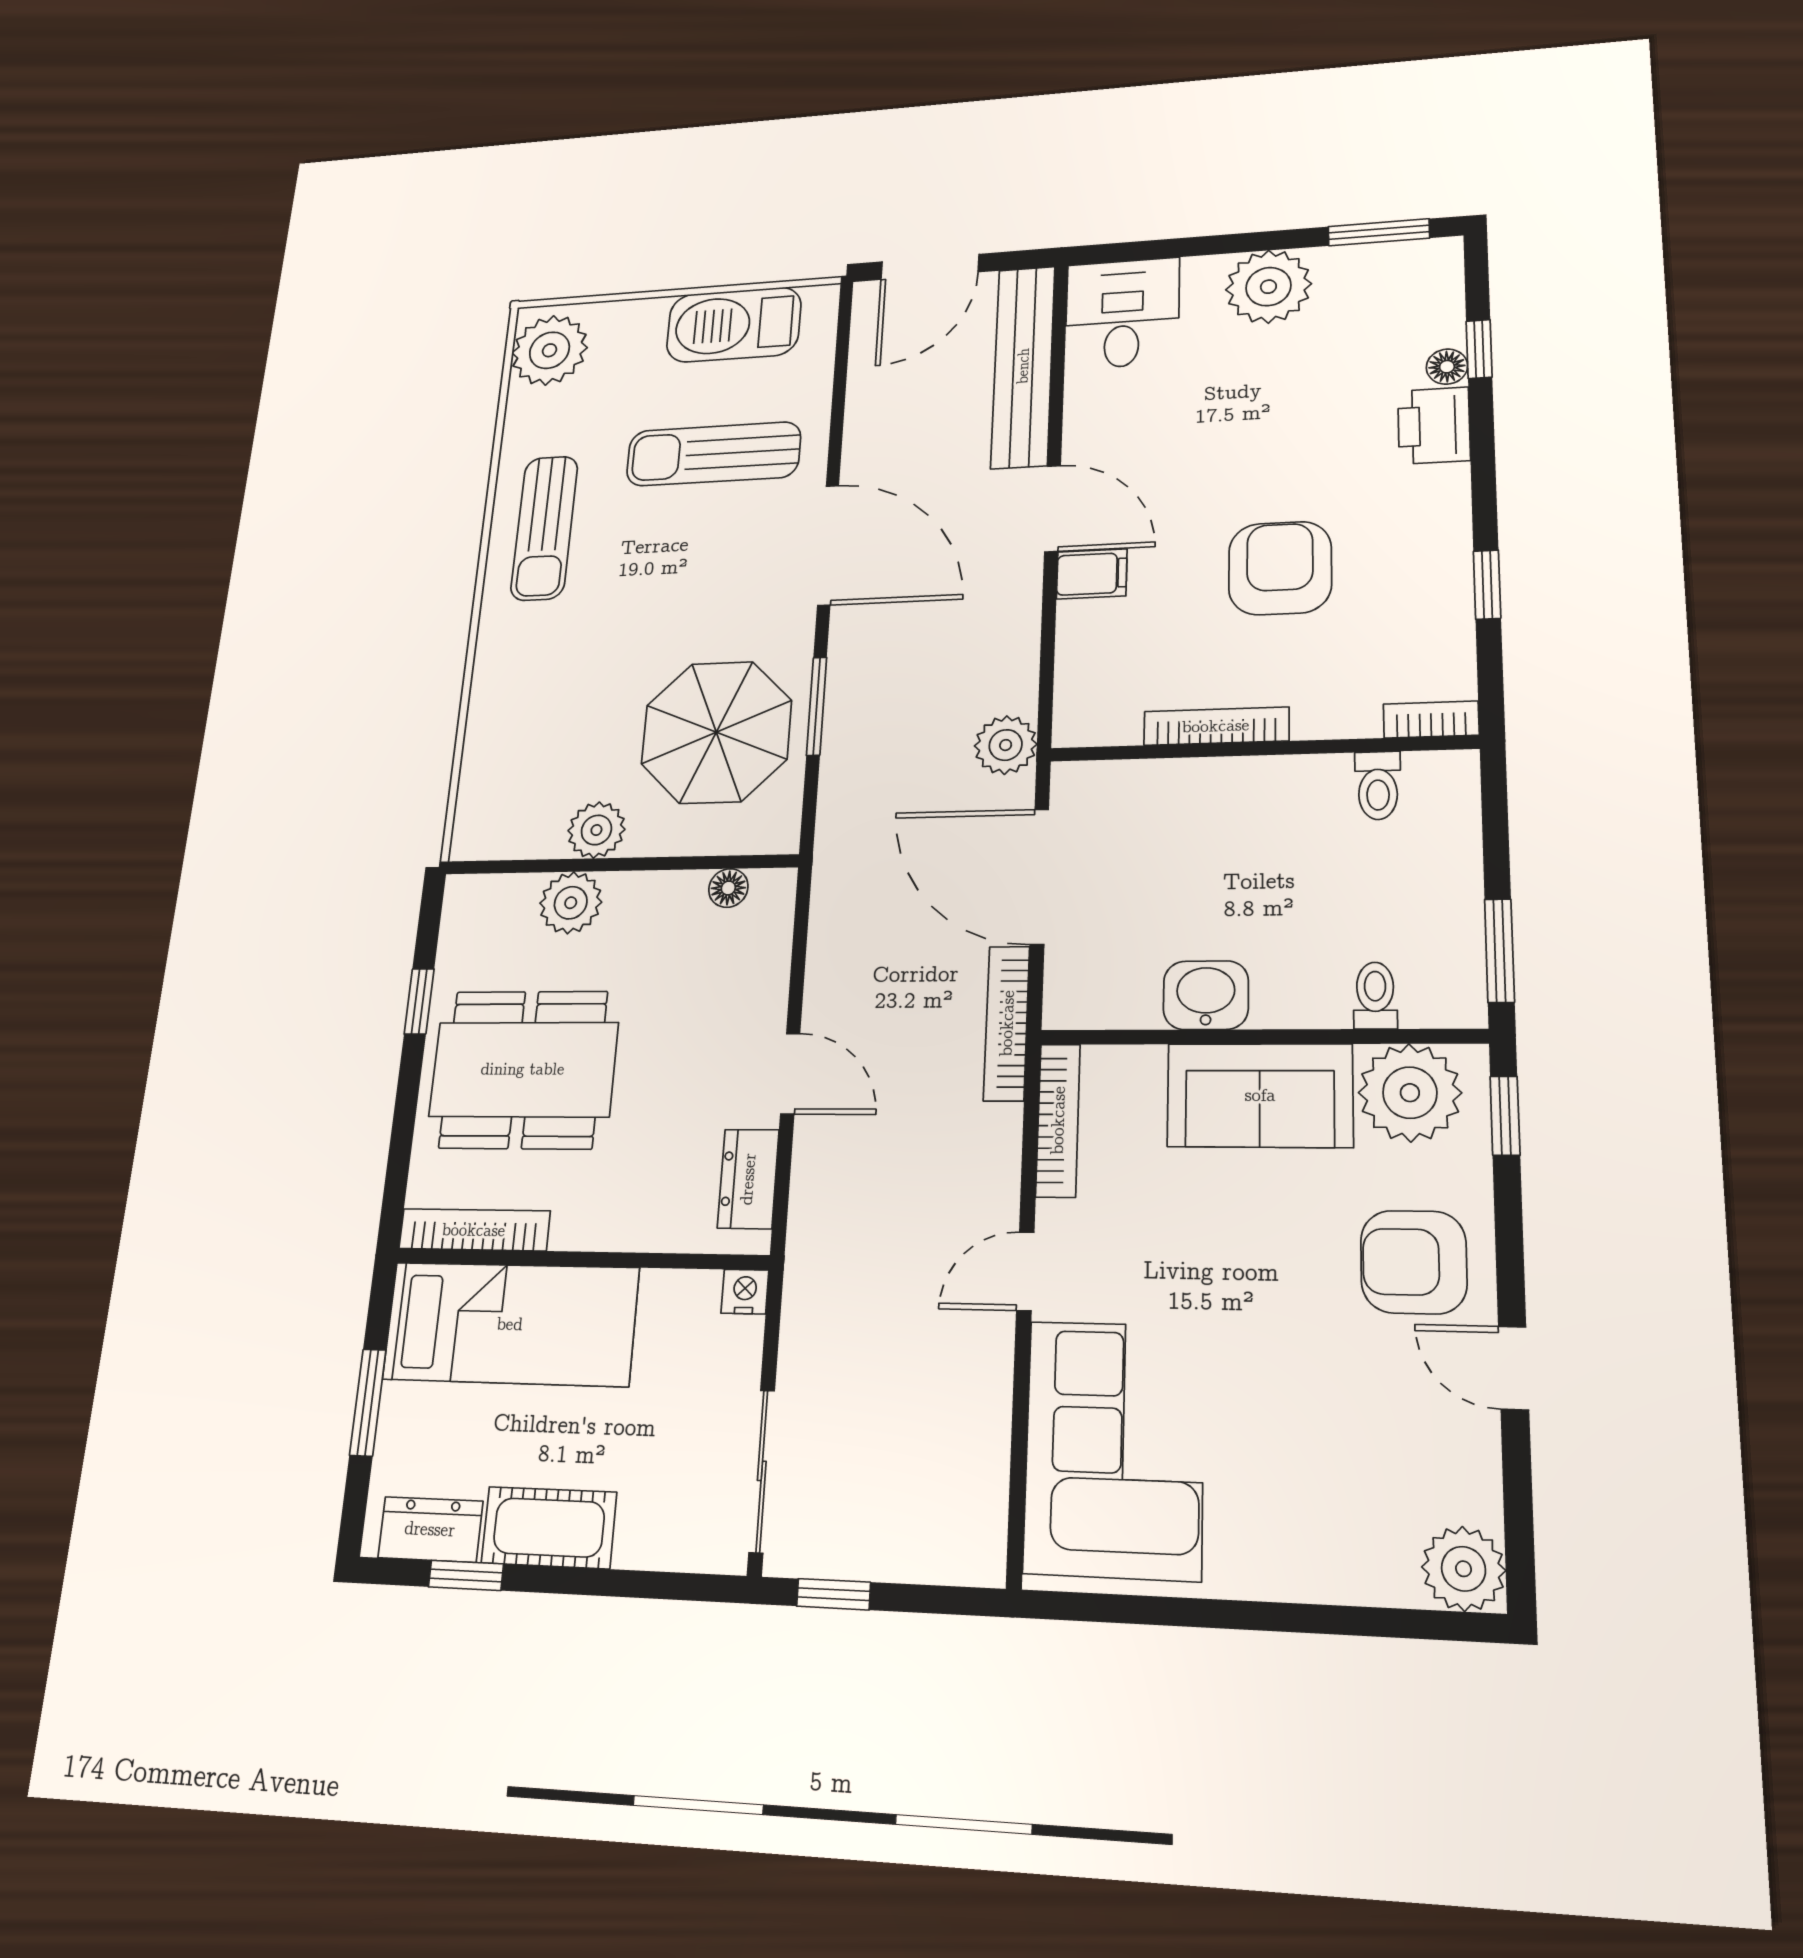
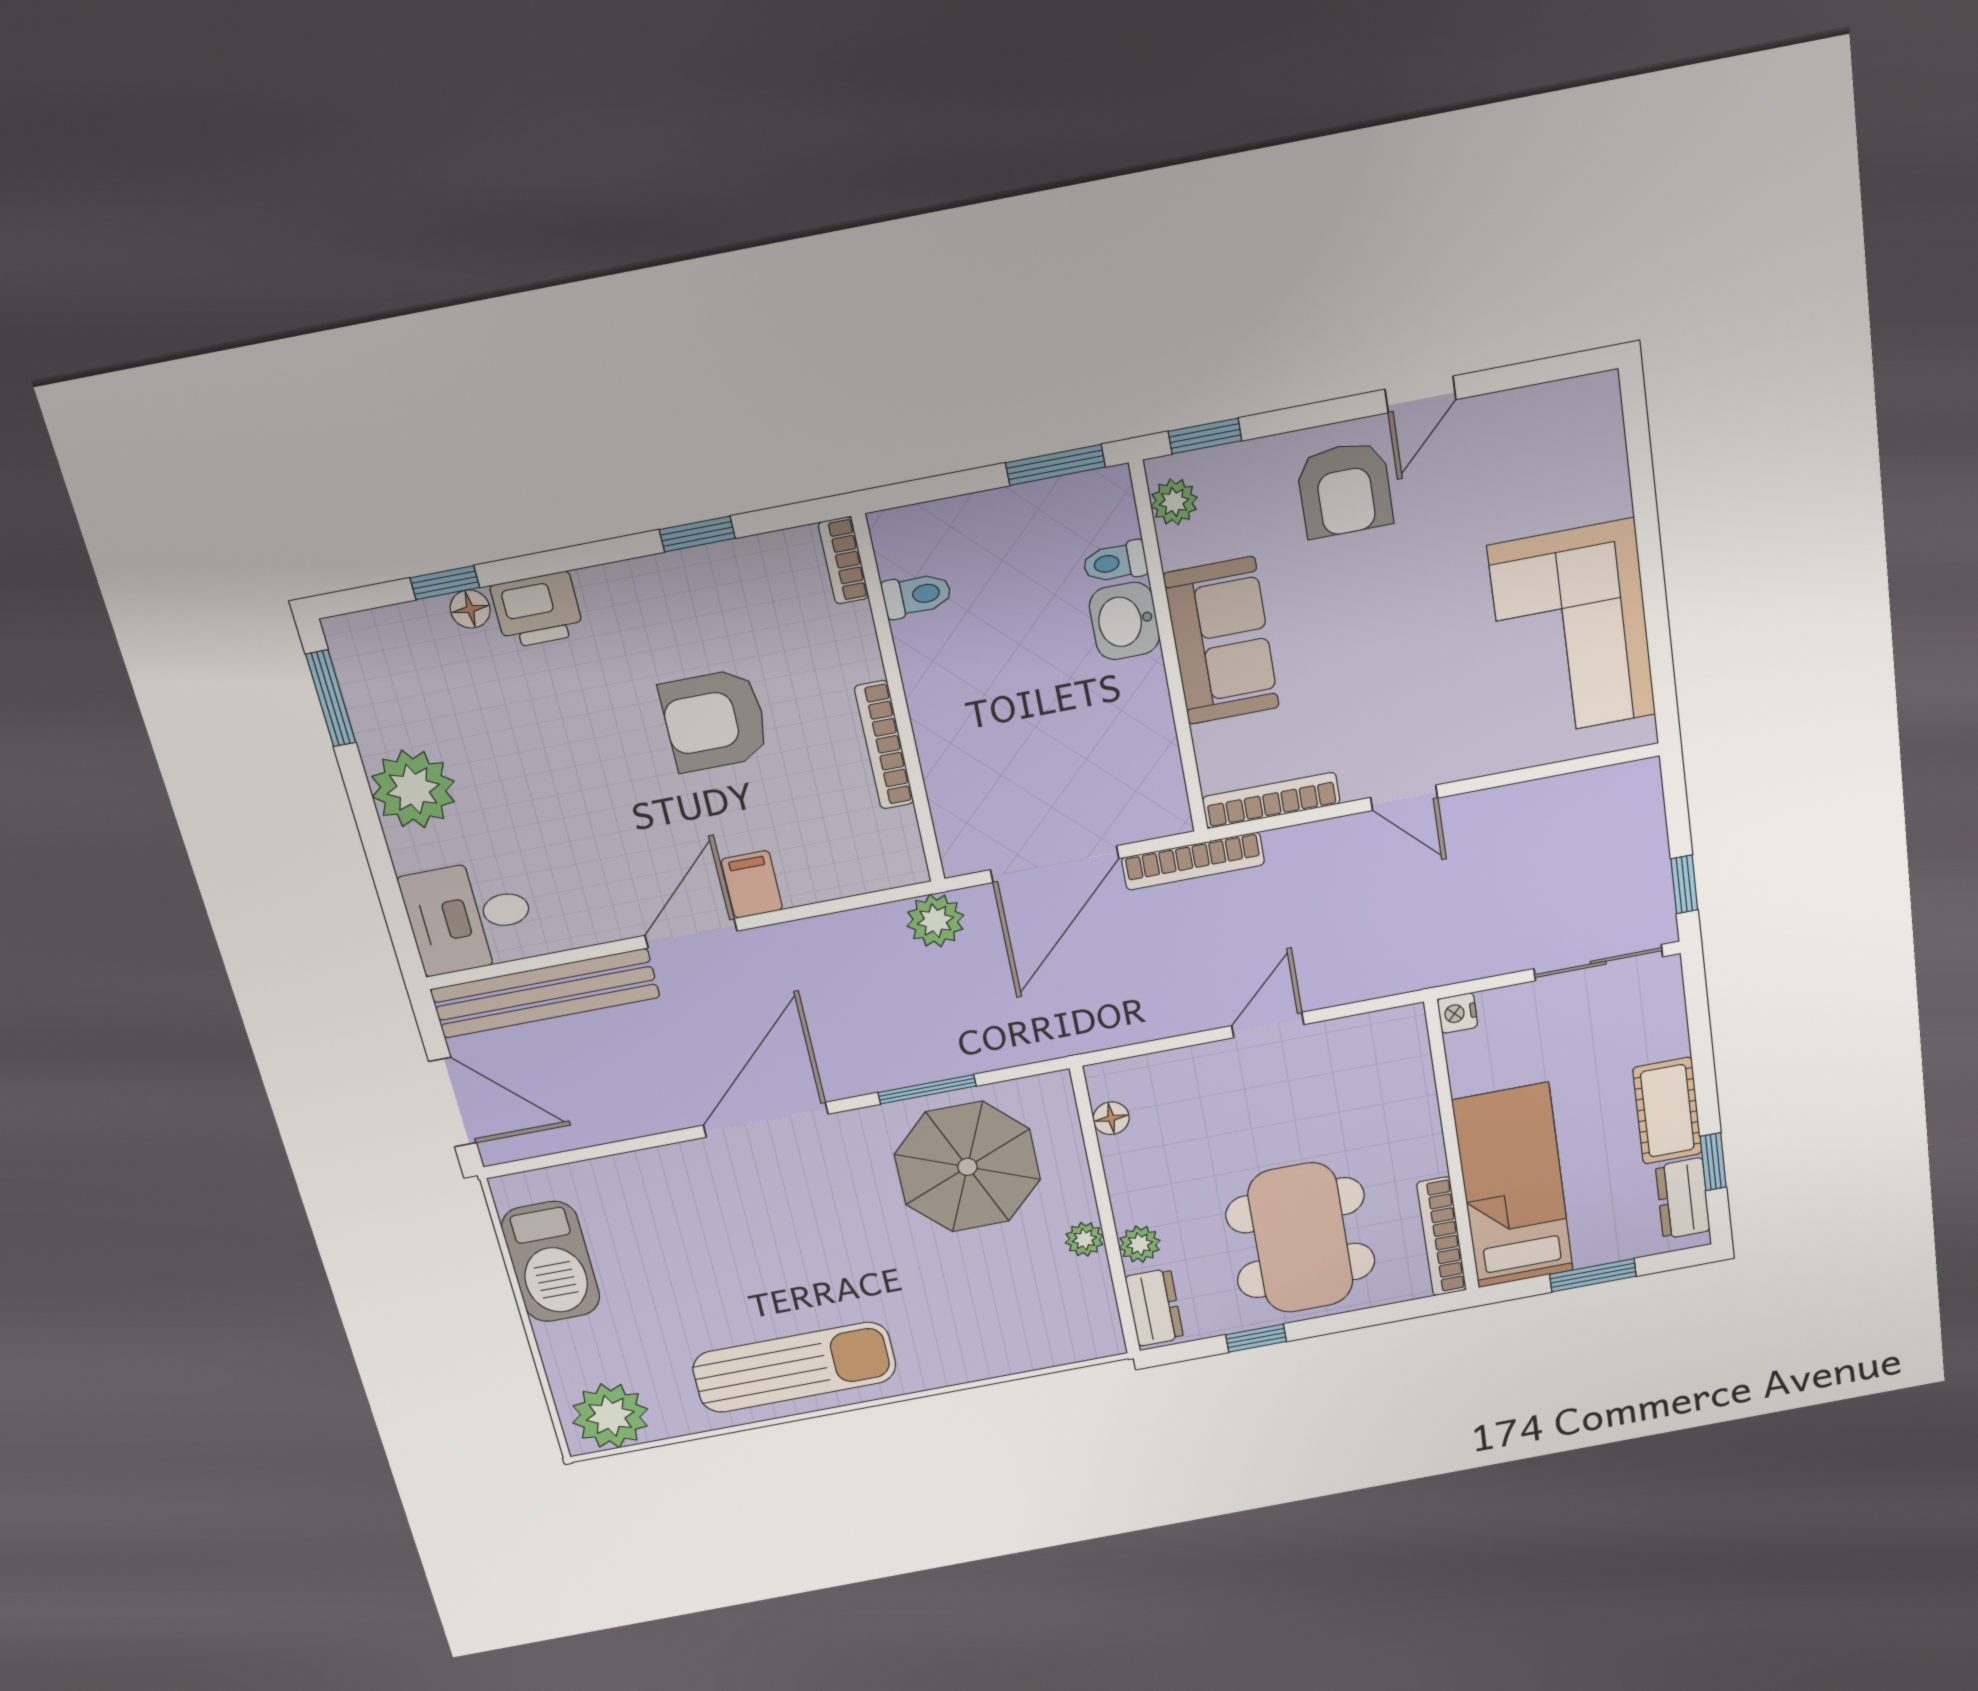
sun lounger: (713, 454) -> (691, 1243), removed
sun lounger: (544, 528) -> (794, 1367), width x1.36, depth x1.34
plant: (596, 830) -> (1084, 1239), width x0.73, depth x0.73
plant: (571, 903) -> (1140, 1244), width x0.73, depth x0.73
washbasin: (1206, 995) -> (1125, 621), moved
plant: (1410, 1093) -> (1174, 502), width x0.53, depth x0.53
dresser: (748, 1179) -> (1154, 1307), moved, turned -90
corner sofa: (1114, 1449) -> (1572, 631), moved, turned -90
plant: (1464, 1569) -> (1589, 407), removed

